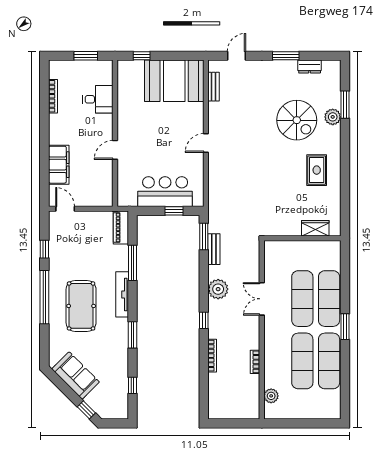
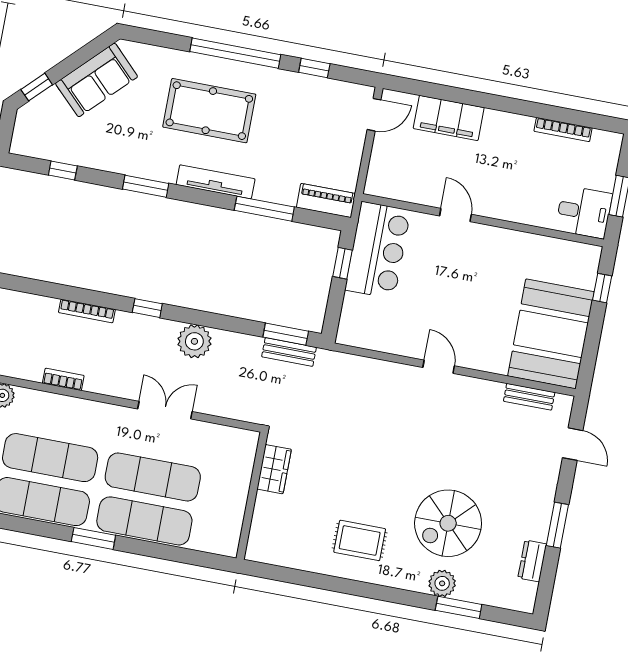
desk: (98, 99) -> (584, 212), moved, turned -90
bar counter: (165, 192) -> (378, 250), moved
window: (174, 211) -> (342, 263), moved
wardrobe: (315, 228) -> (274, 469), moved
bench: (214, 249) -> (289, 352), moved

